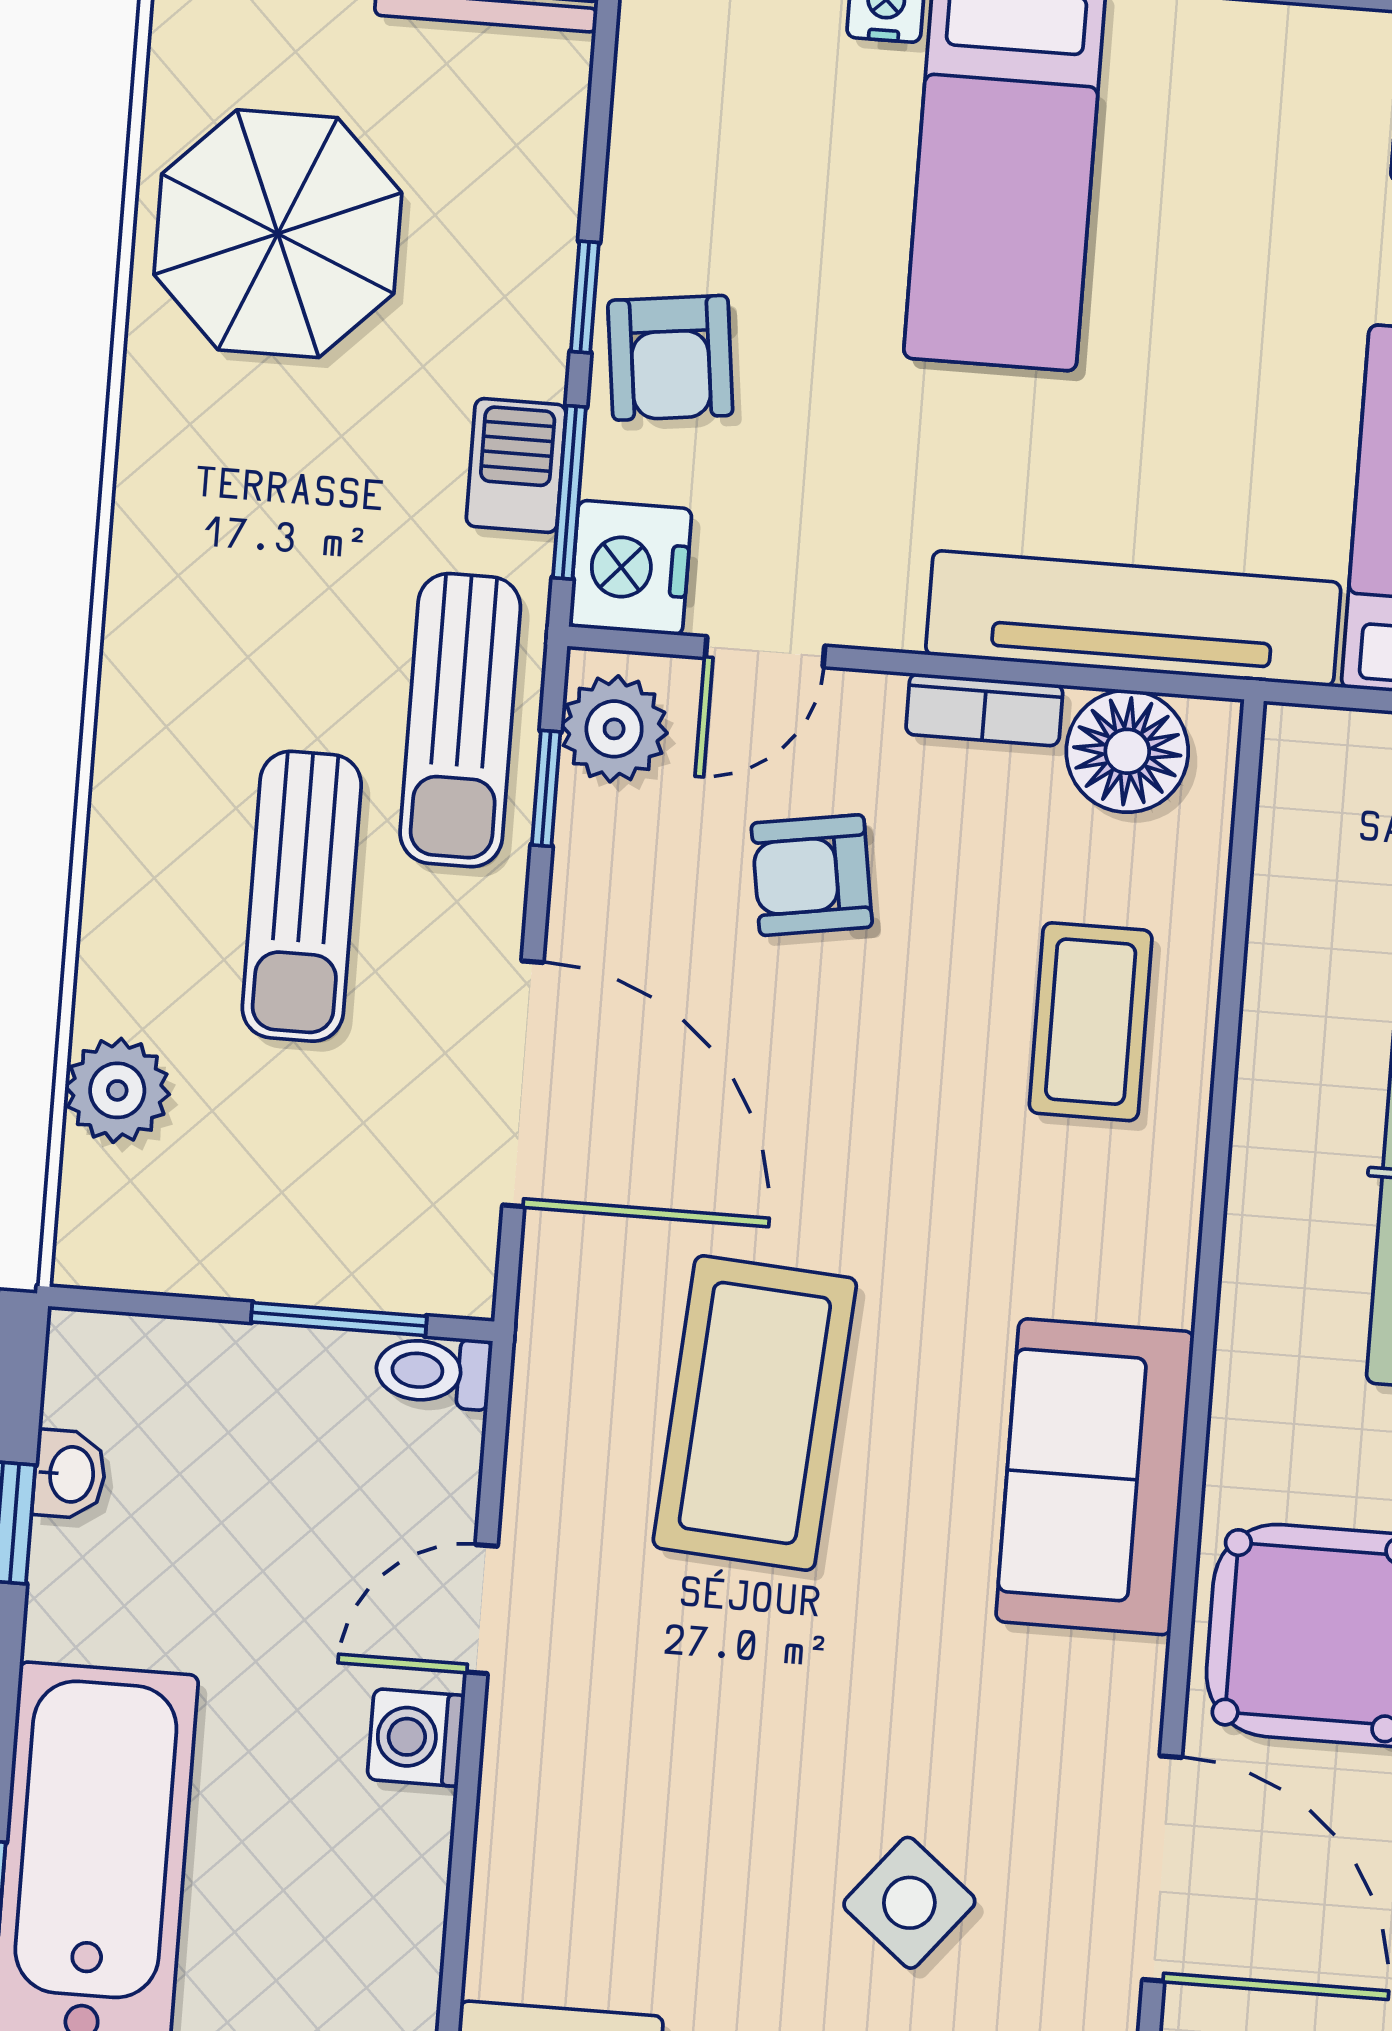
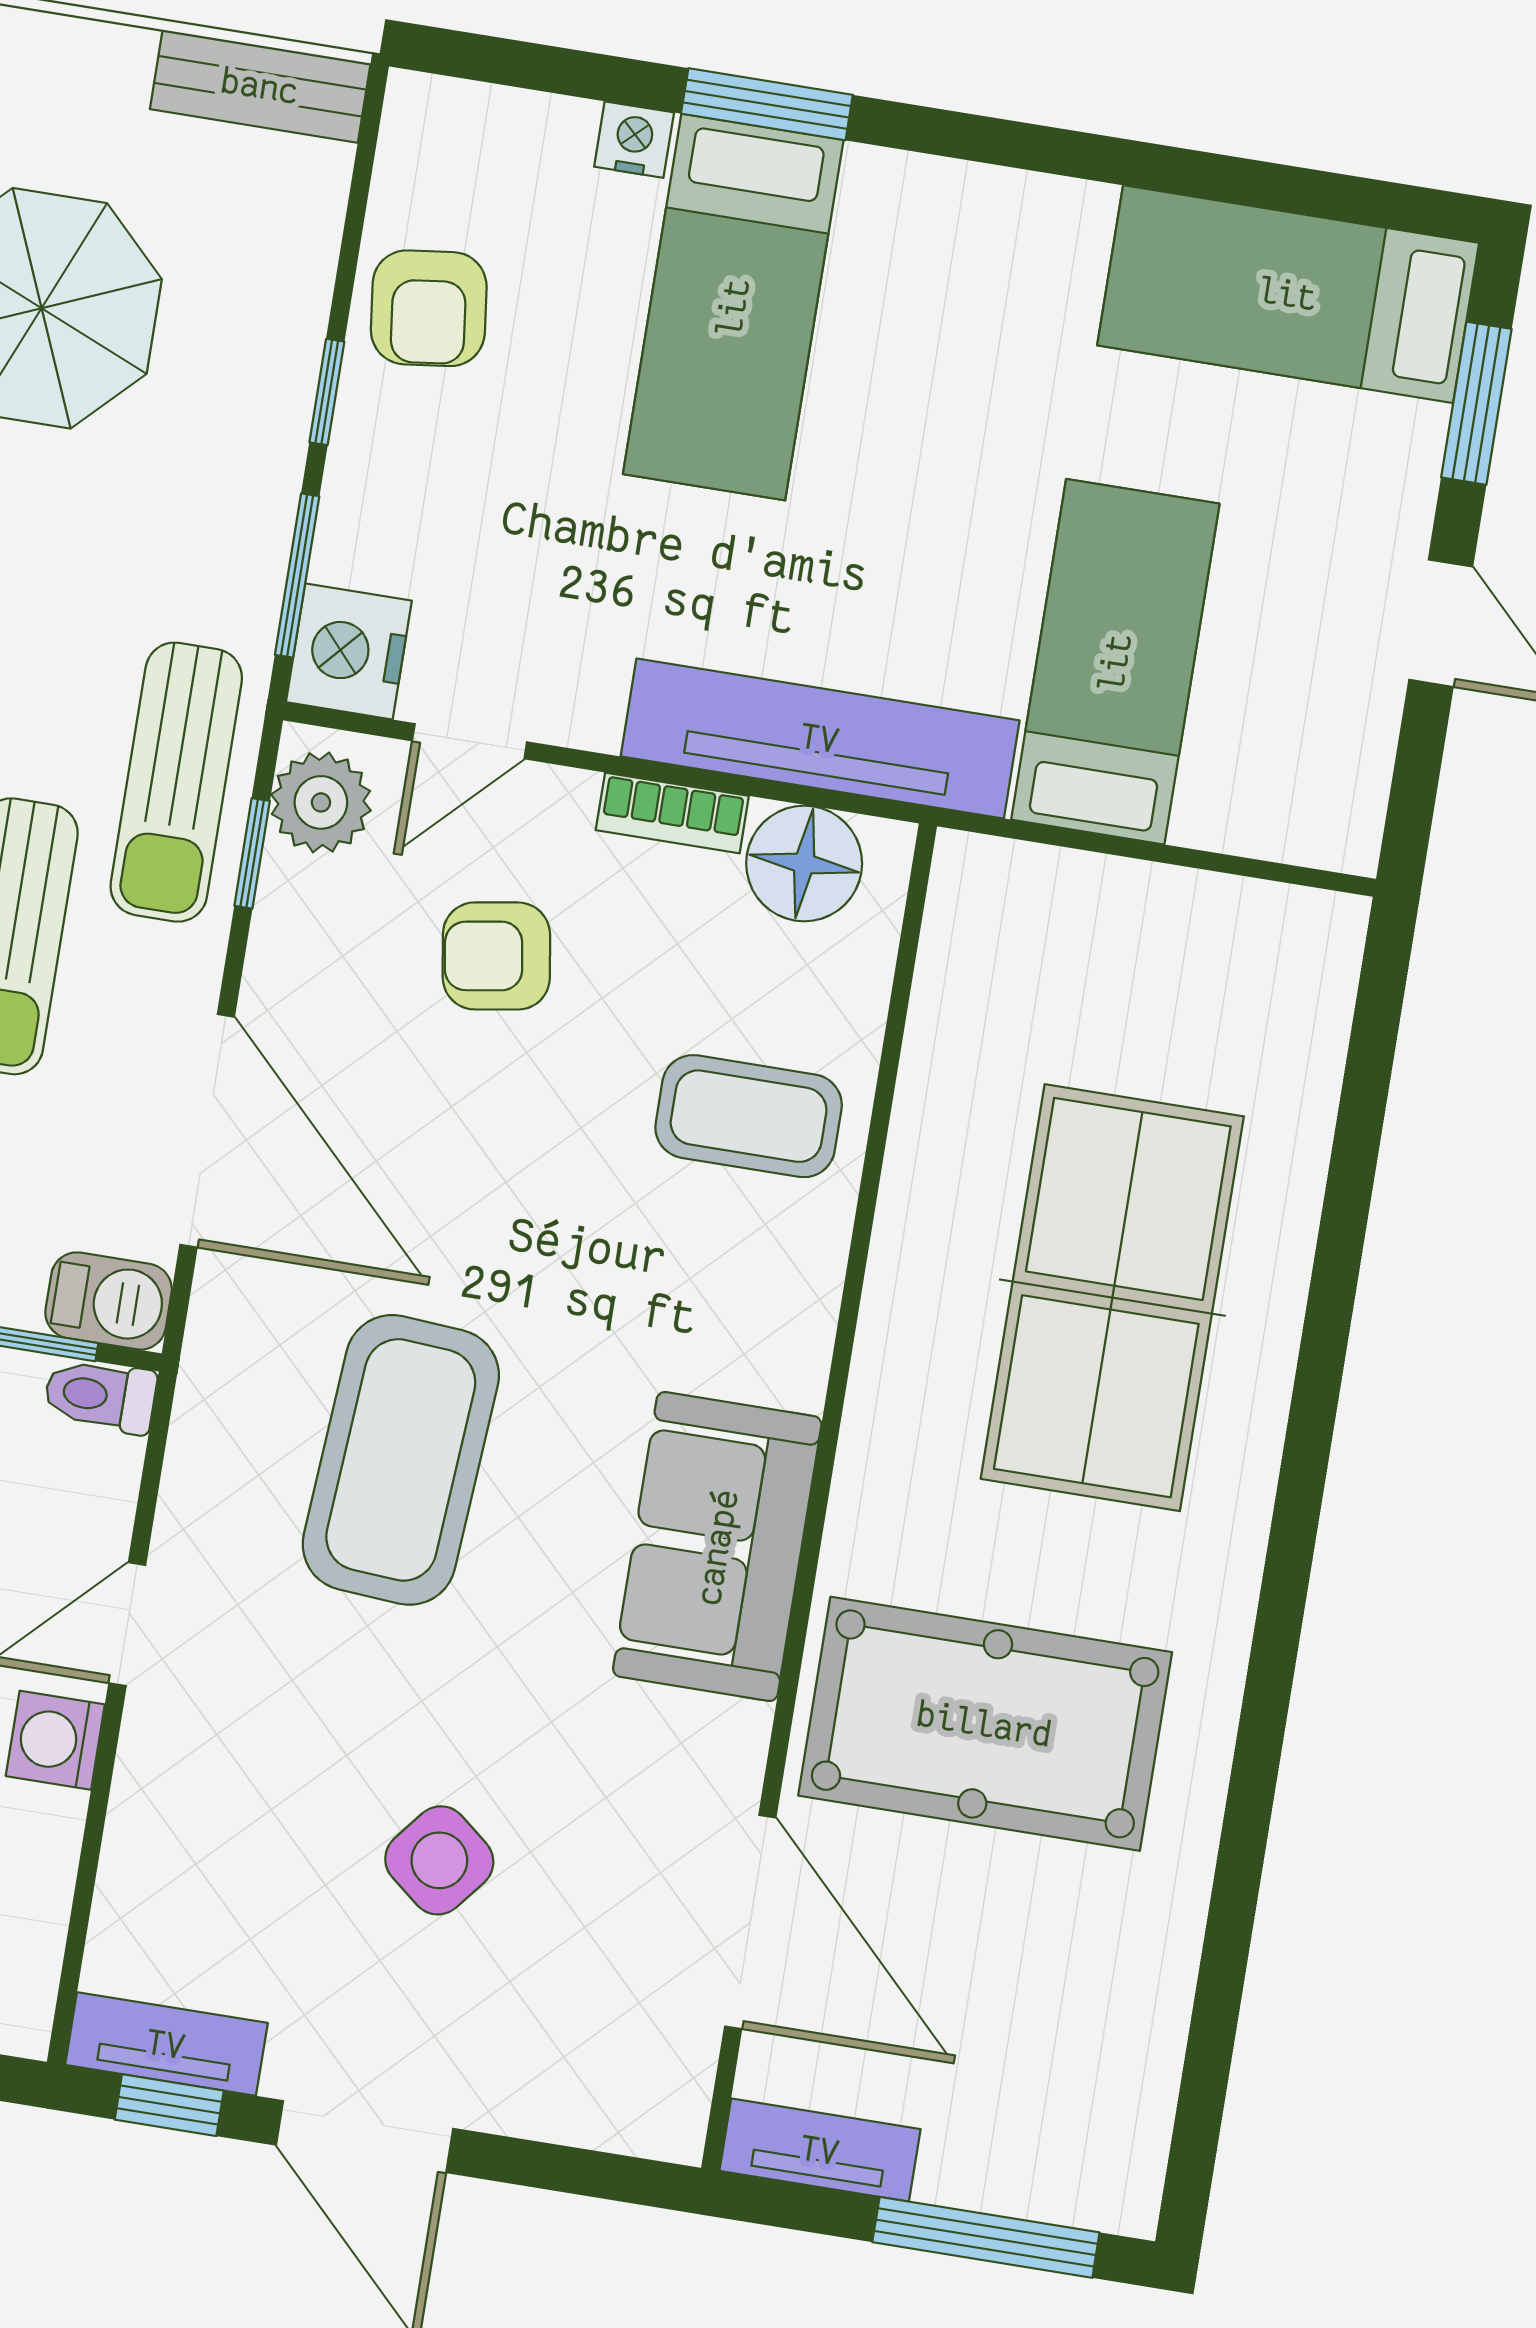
armchair: (670, 358) -> (429, 308), moved
barbecue: (516, 465) -> (109, 1301), moved, turned 90
coffee table: (1091, 1022) -> (749, 1116), turned 90
side table: (909, 1903) -> (439, 1860), moved

